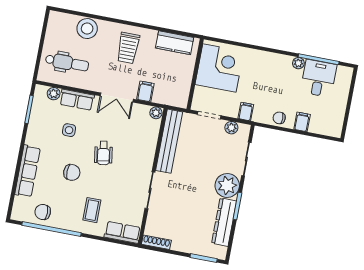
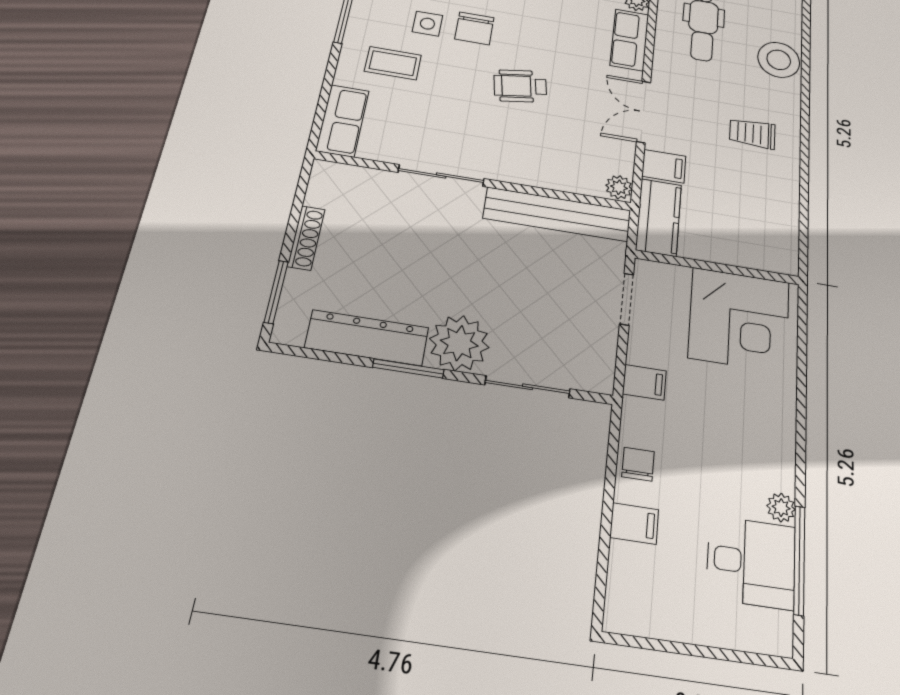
kitchen counter: (175, 43) -> (659, 217), moved, turned 180
trolley: (128, 48) -> (752, 133), width x0.73, depth x0.72
plant: (231, 128) -> (602, 350), removed
side table: (69, 130) -> (427, 24), moved
shoe rack: (156, 242) -> (306, 238), moved

